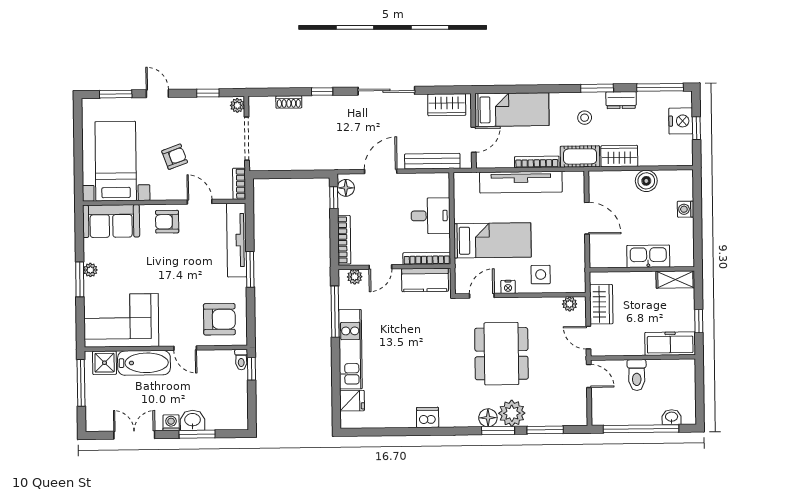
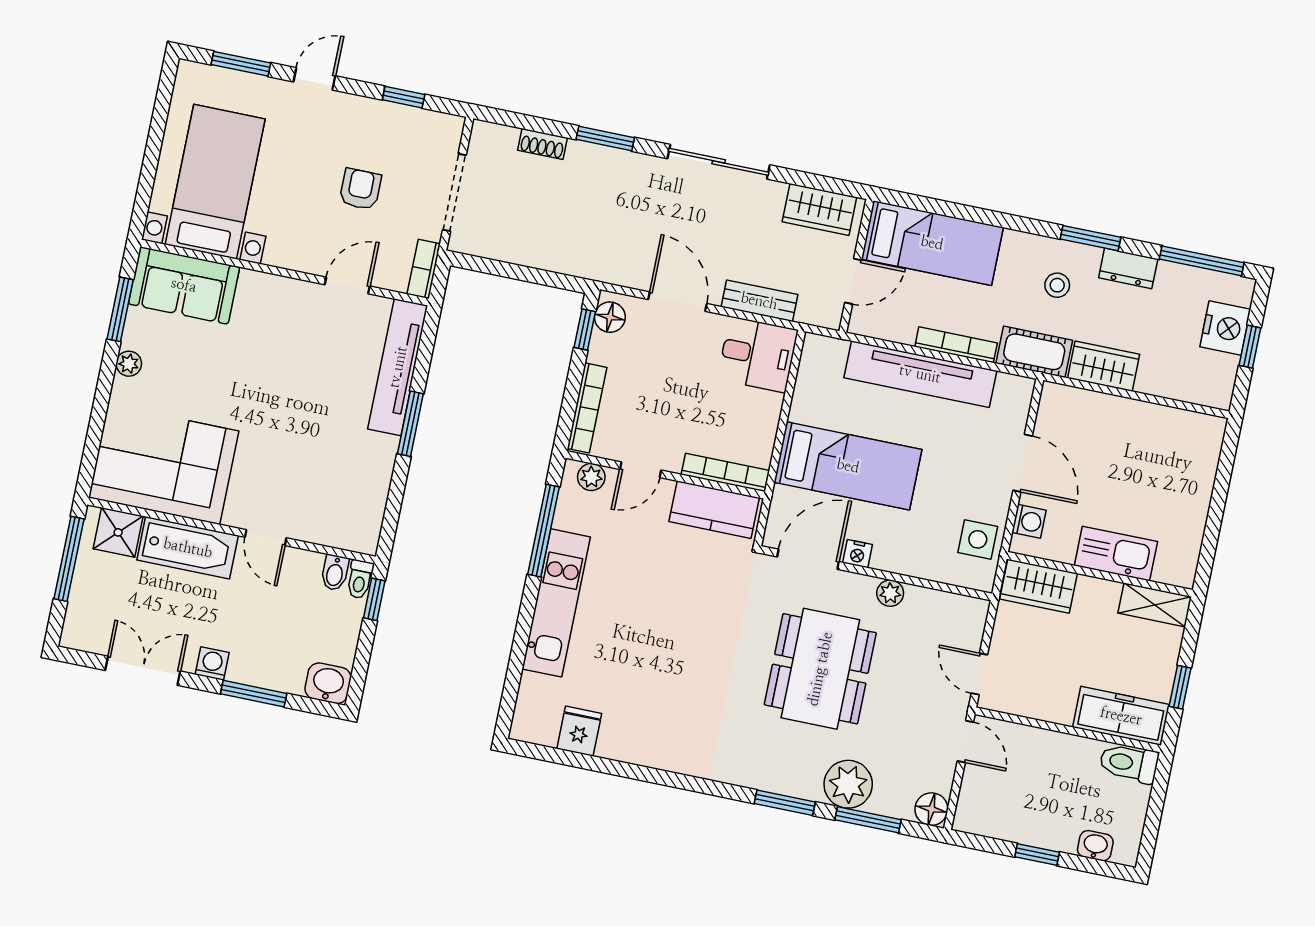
window: (322, 92) -> (605, 139), width x1.50
door: (157, 94) -> (314, 79), hinge flipped
plant: (237, 105) -> (451, 130), removed
armchair: (175, 157) -> (360, 189), moved, turned -70
bench: (432, 161) -> (759, 301), width x0.73
door: (381, 171) -> (678, 302), hinge flipped
boiler: (646, 181) -> (1141, 420), removed
door: (200, 202) -> (347, 285), hinge flipped
washing machine: (686, 209) -> (1029, 521), moved, turned 180
desk: (431, 216) -> (758, 355), moved
armchair: (167, 222) -> (282, 308), removed
side table: (541, 275) -> (978, 539), moved
window: (80, 279) -> (120, 309), moved
door: (482, 296) -> (808, 559), width x1.38
plant: (570, 304) -> (890, 593), moved
wardrobe: (601, 304) -> (1039, 586), moved, turned 90
armchair: (219, 319) -> (337, 500), removed
bidet: (227, 359) -> (335, 573), added
toilet: (637, 375) -> (1129, 763), moved, turned 90
fridge: (352, 401) -> (579, 731), moved, turned -90
plant: (512, 413) -> (848, 784), moved
dishwasher: (428, 417) -> (666, 753), removed
floor lamp: (488, 418) -> (931, 809), moved
washbasin: (193, 420) -> (328, 683), moved
window: (641, 429) -> (1037, 854), width x0.32

